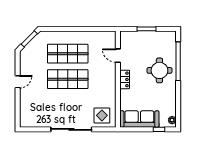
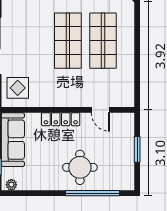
door: (118, 56) -> (100, 110), swing flipped
locker: (125, 79) -> (61, 119), width x1.53

